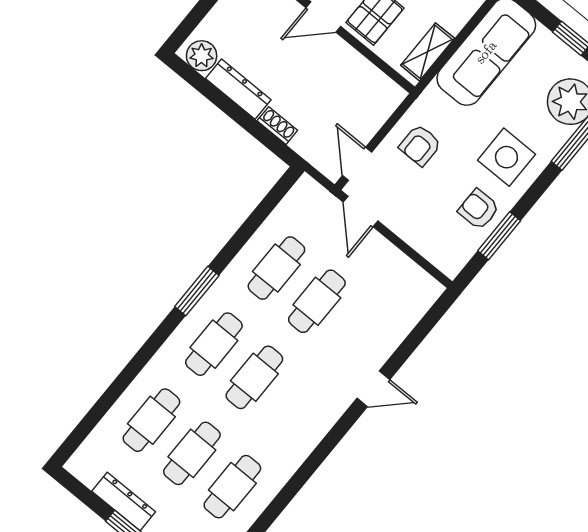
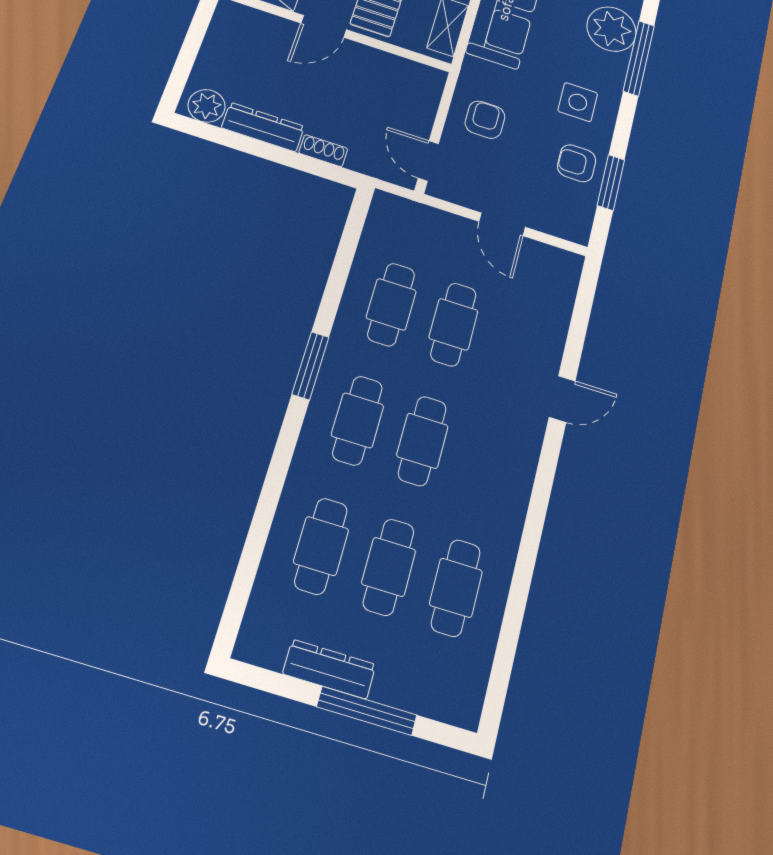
armchair: (420, 145) -> (485, 120), turned 180
side table: (506, 157) -> (578, 102), width x0.73, depth x0.73
door: (361, 212) -> (502, 224), moved

